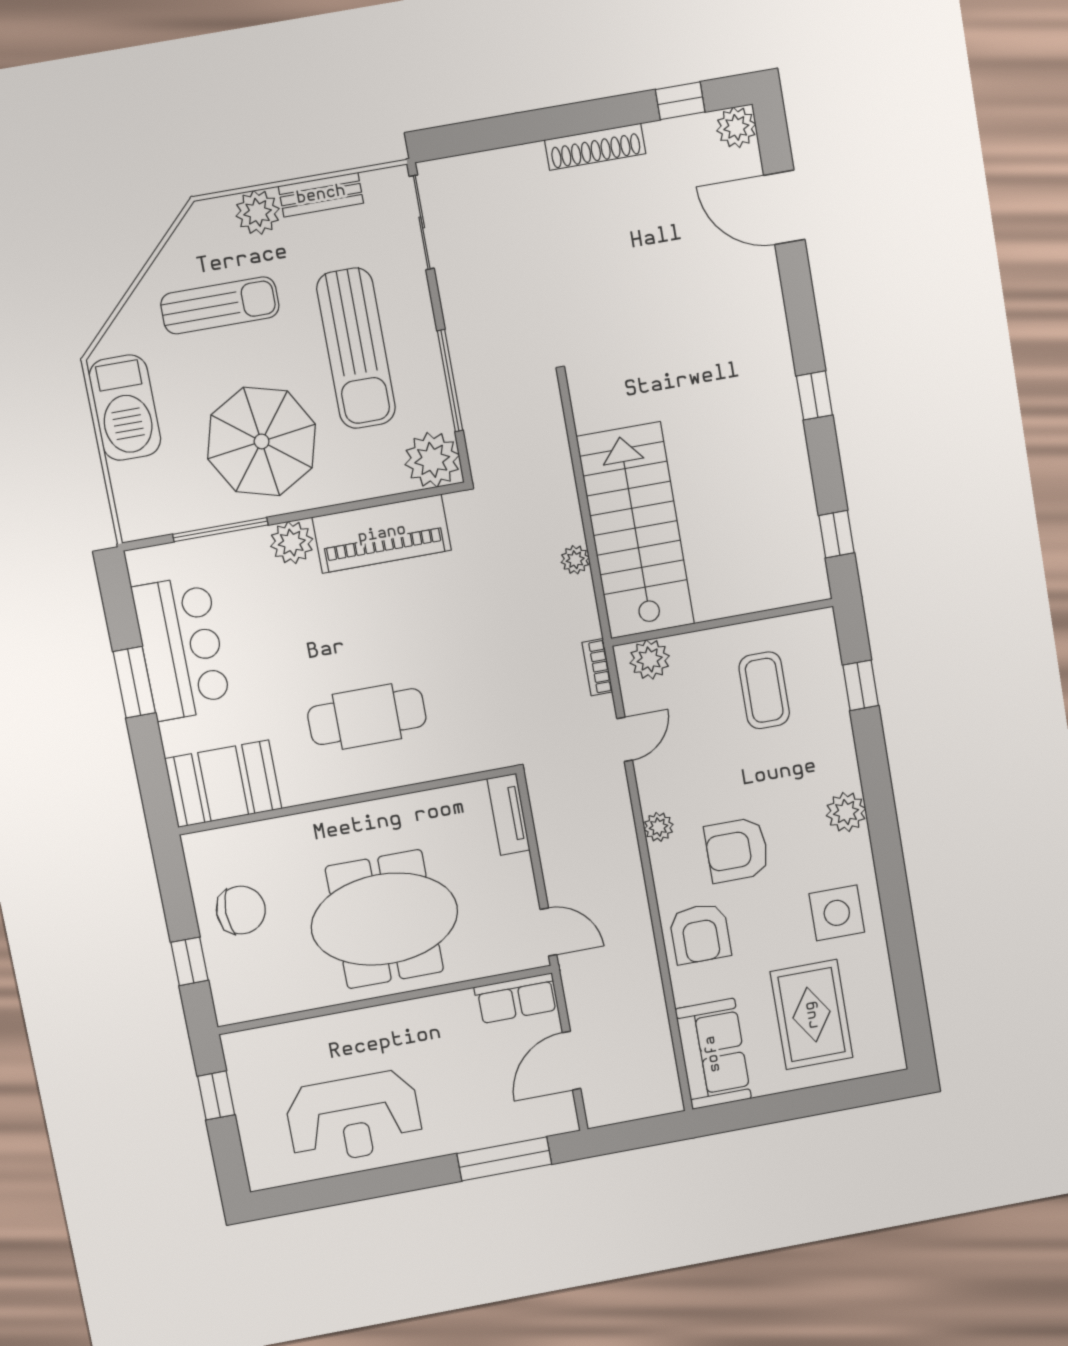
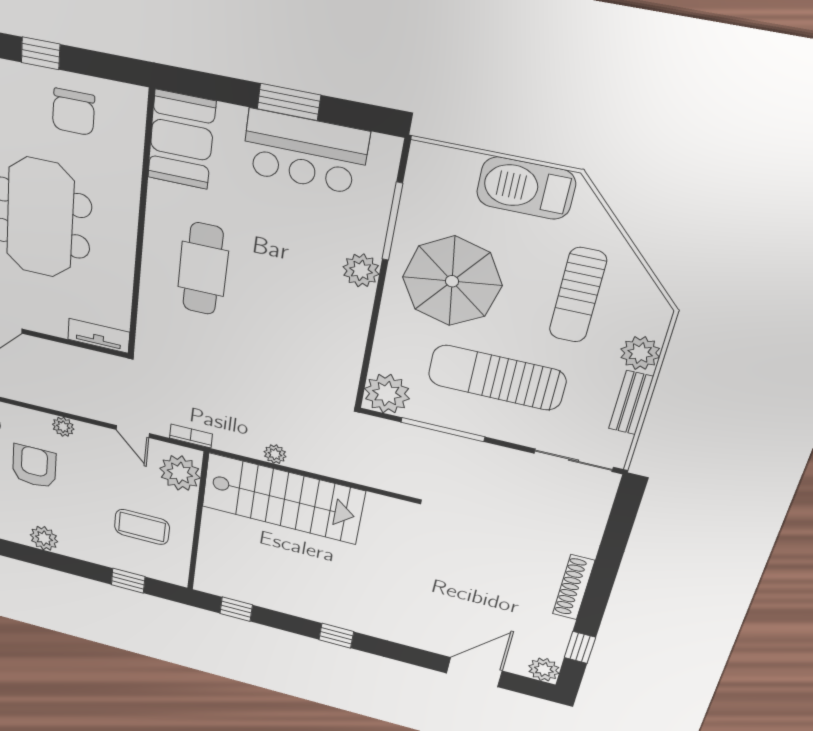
piano: (382, 534) -> (343, 337), removed
plant: (650, 659) -> (180, 473), width x1.36, depth x1.36

